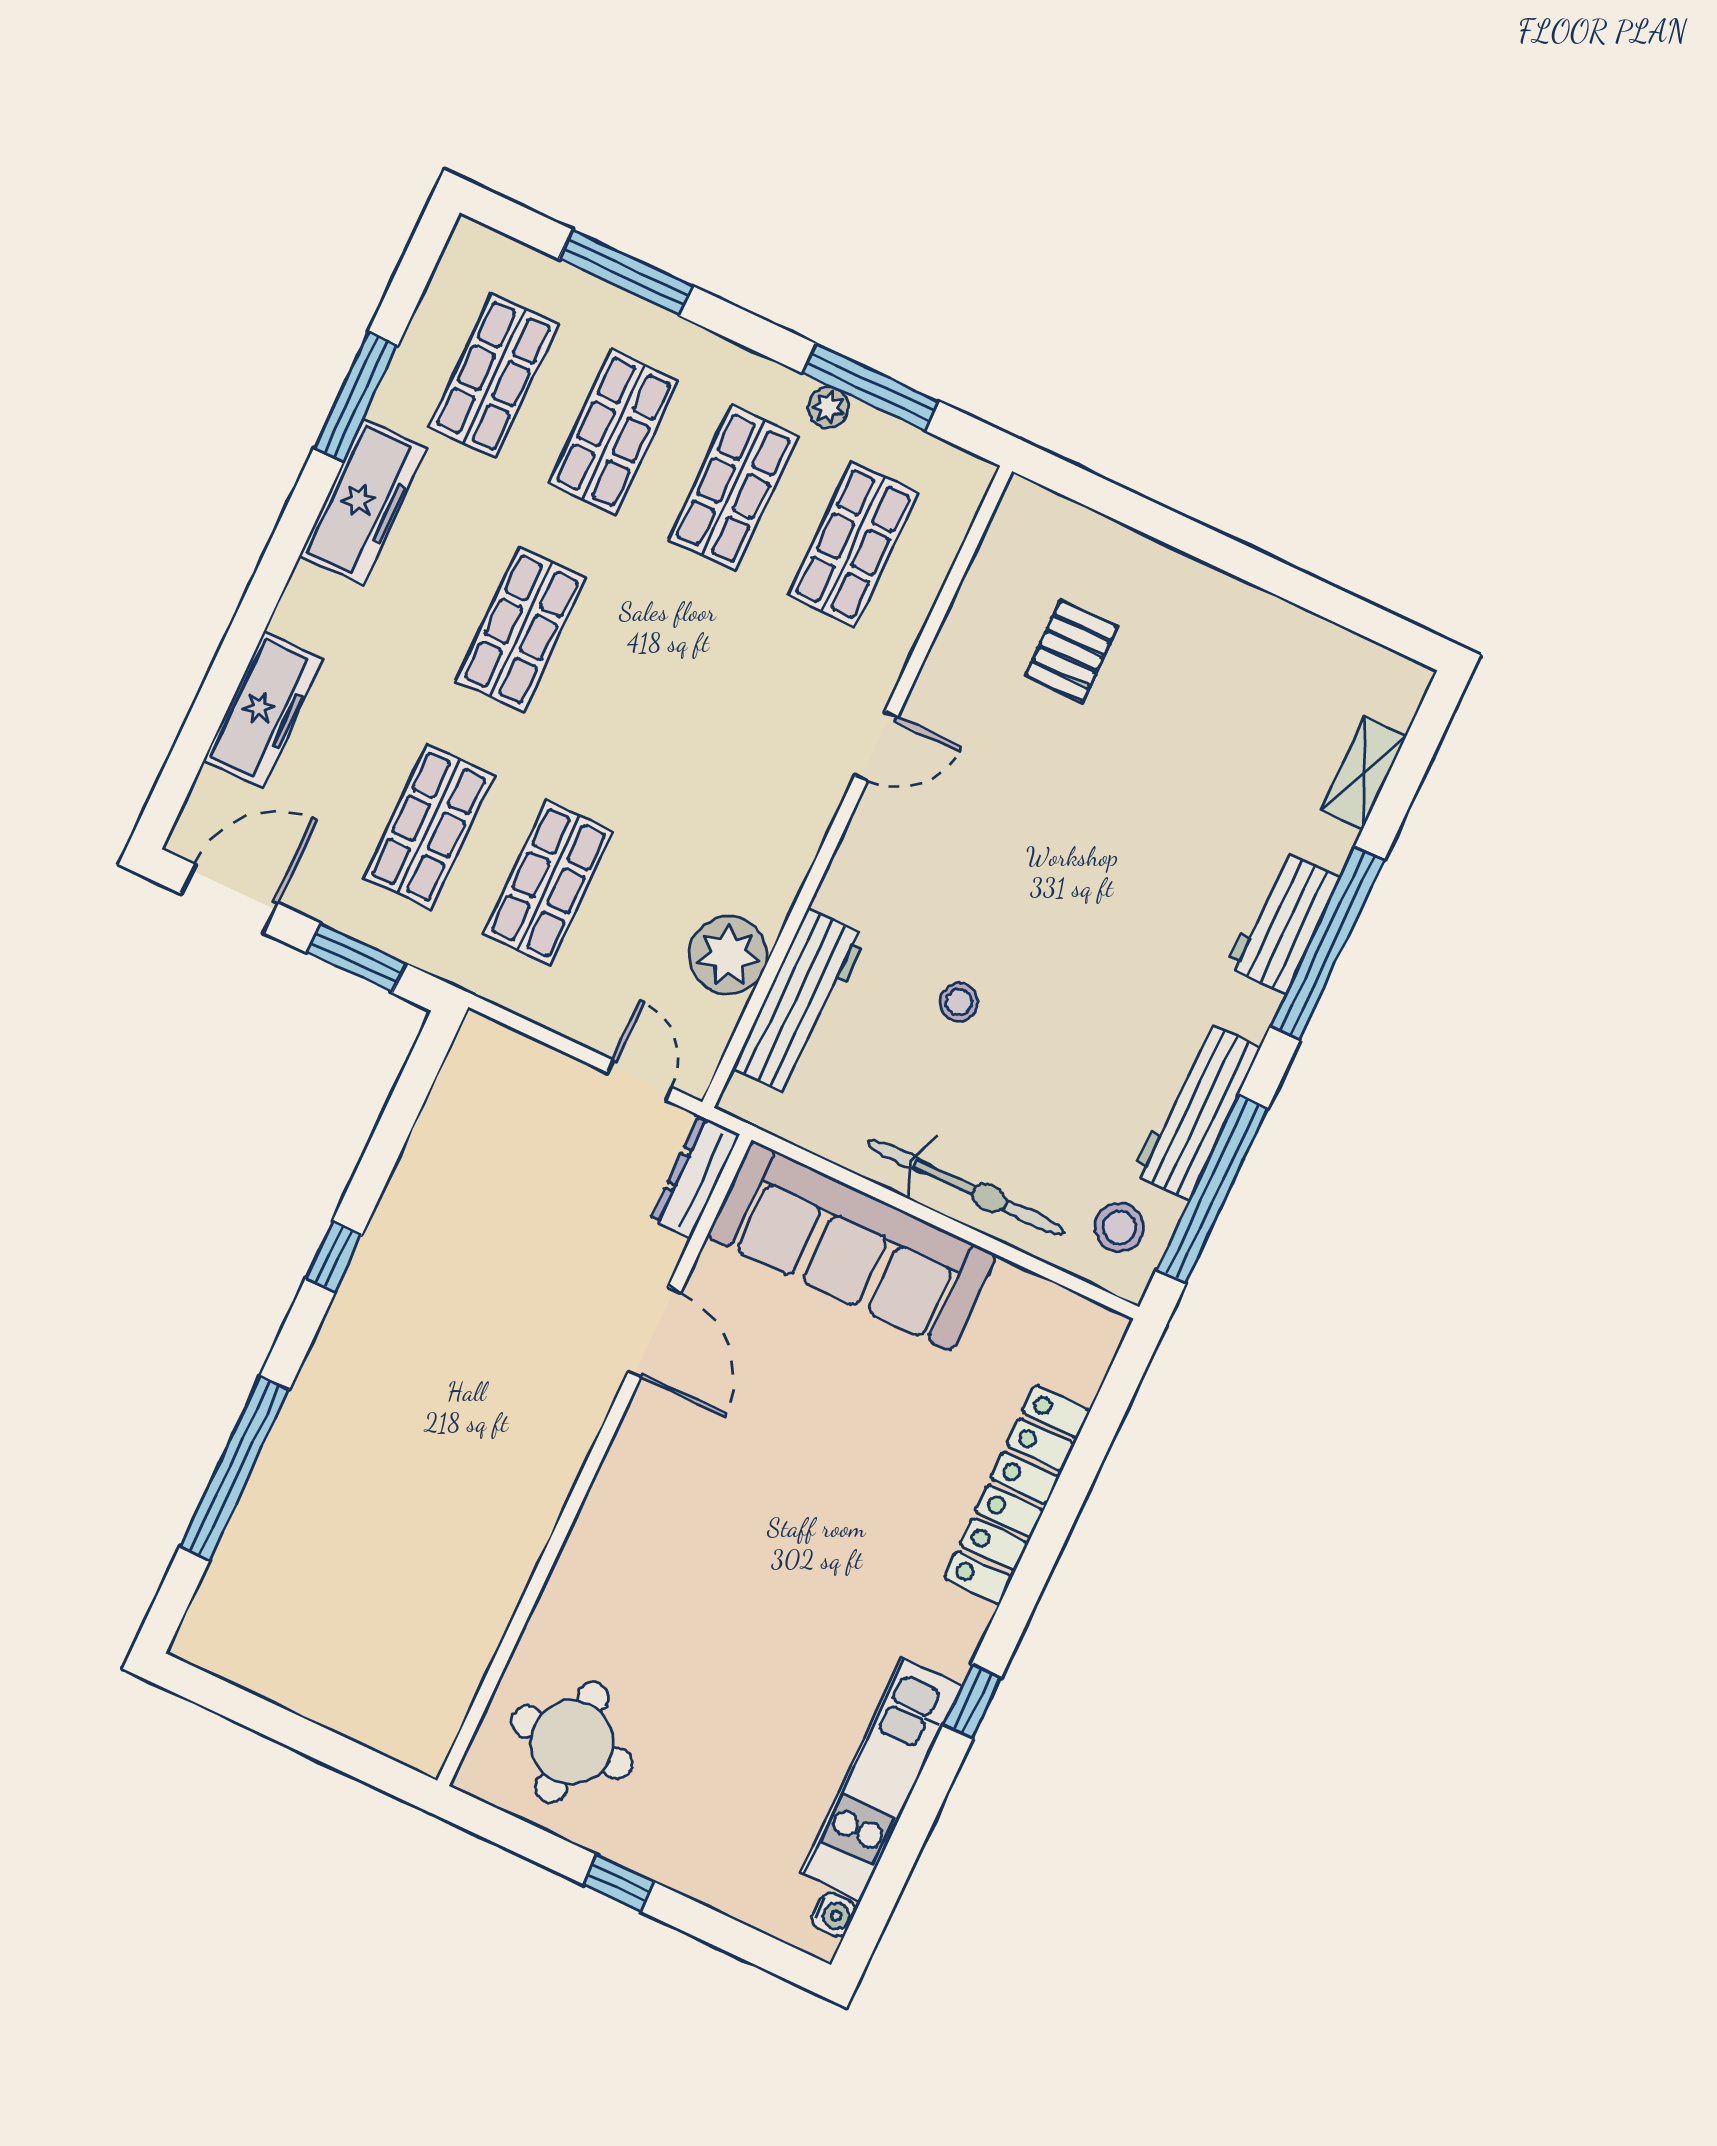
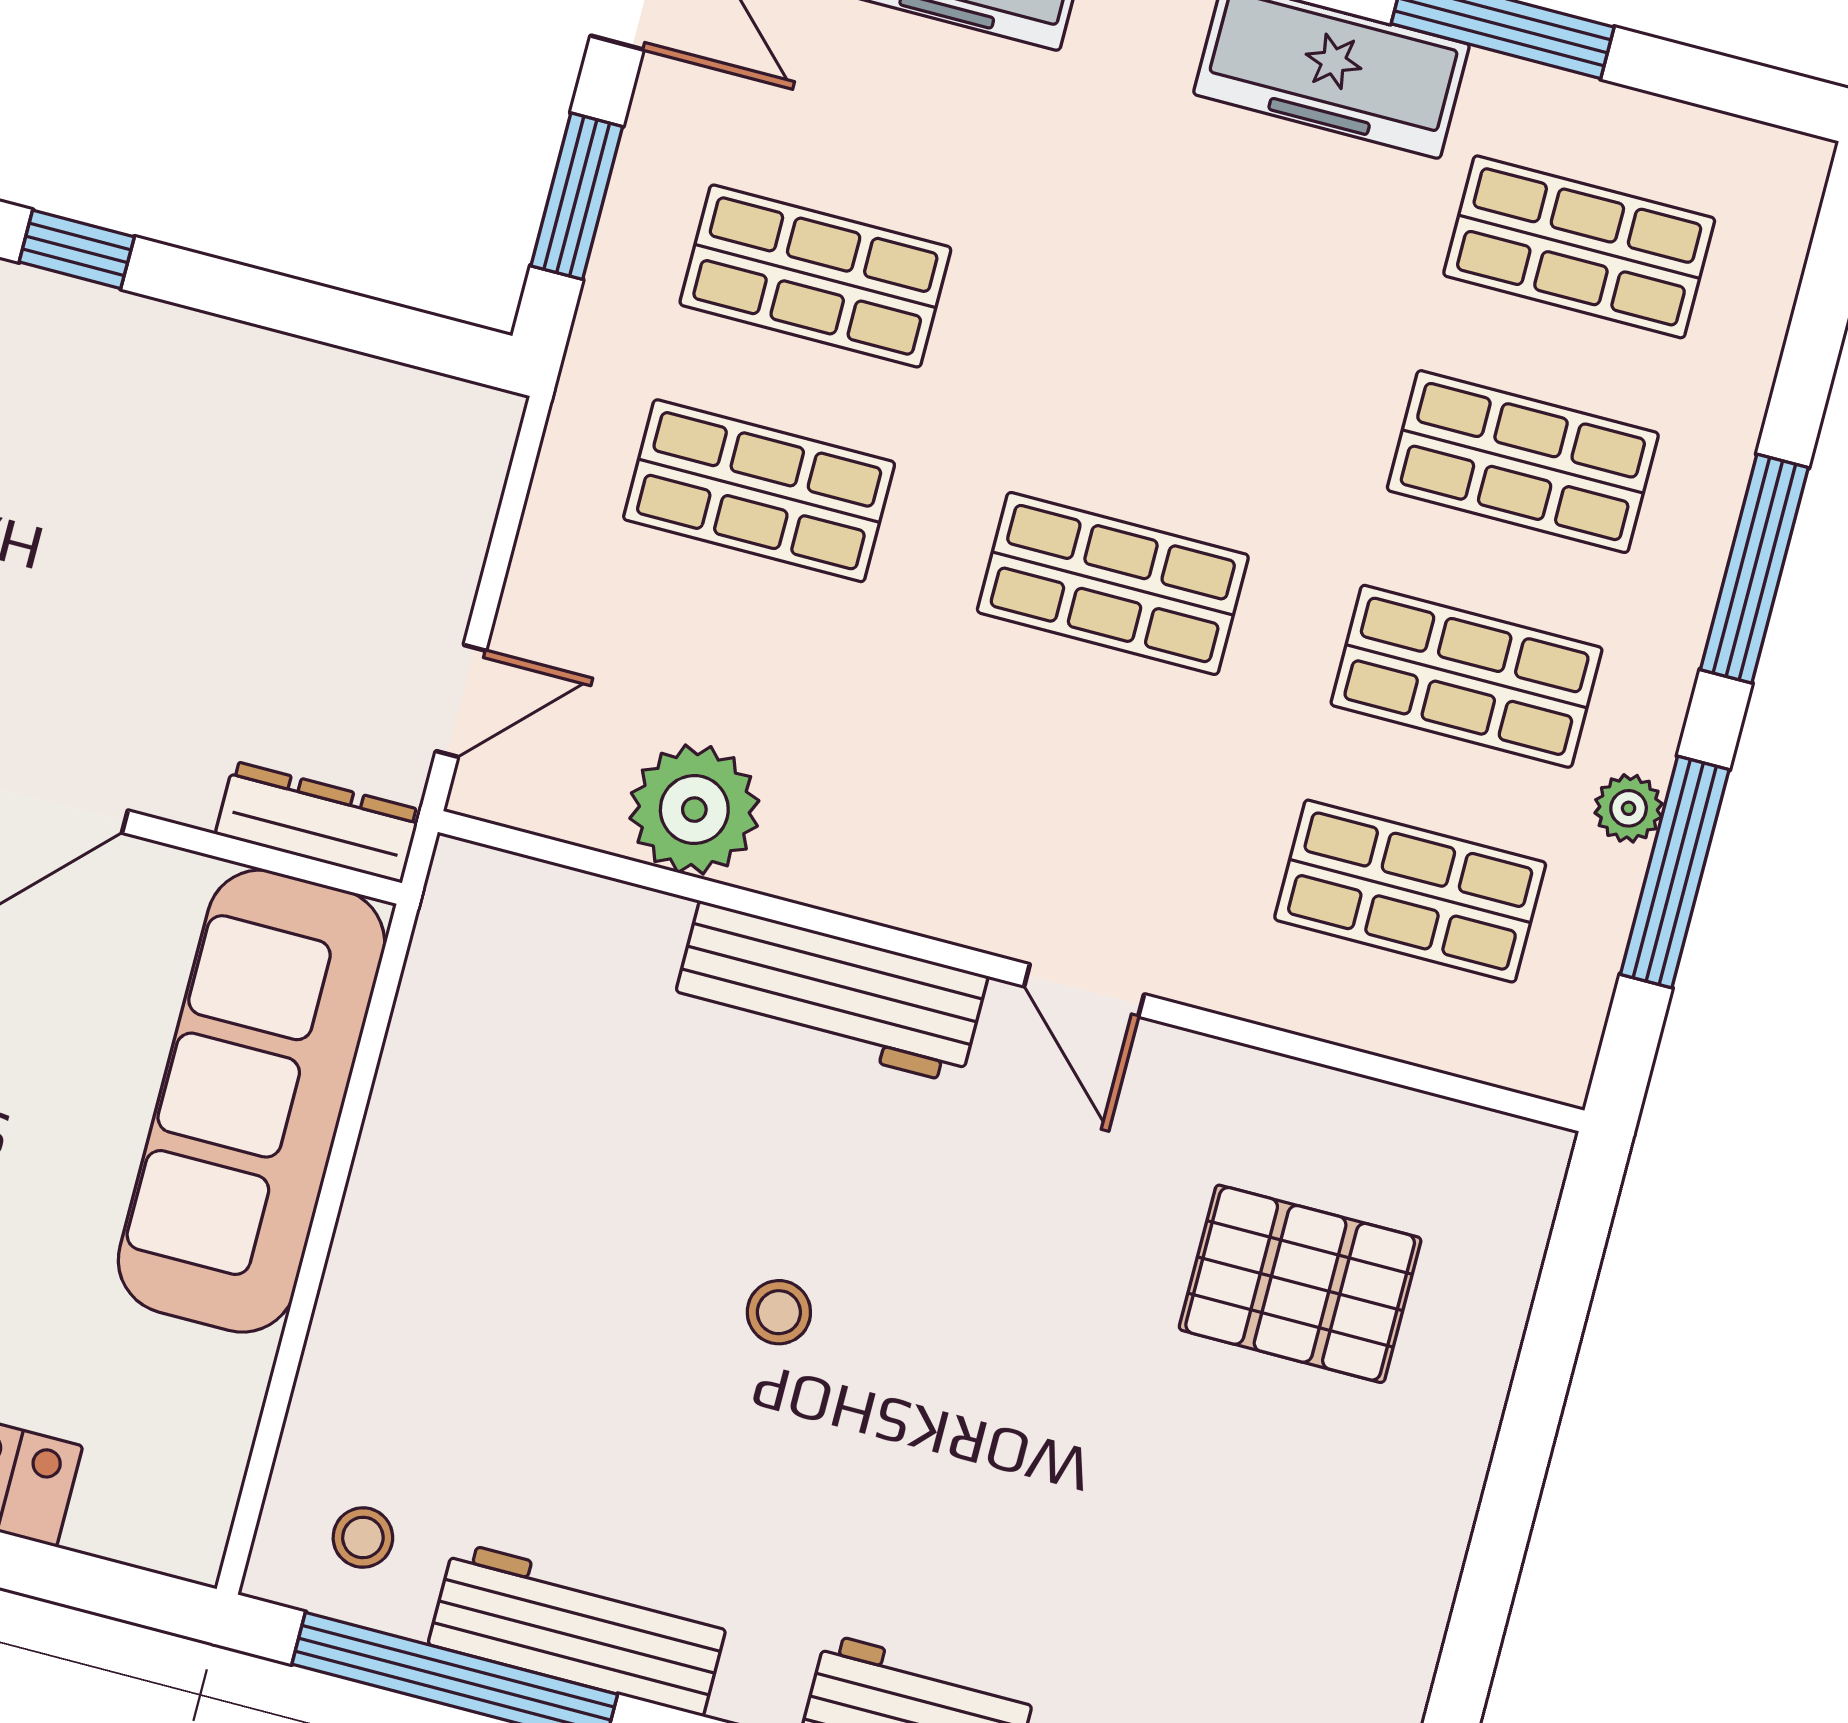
window: (626, 272) -> (1754, 569), moved
shop shelf: (521, 629) -> (1113, 584), moved
pallet: (1071, 651) -> (1300, 1284), width x1.50, depth x1.42
workbench: (800, 1002) -> (830, 993), moved
stool: (959, 1002) -> (779, 1312), moved
bicycle: (966, 1187) -> (383, 1272), removed
stool: (1119, 1228) -> (363, 1538), width x0.73, depth x0.73

